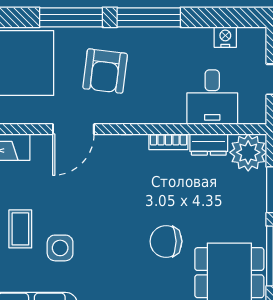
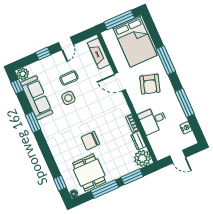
window: (149, 17) -> (185, 103), moved
armchair: (105, 71) -> (150, 84), turned -80
desk: (212, 97) -> (153, 120), moved
chair: (166, 241) -> (90, 141), turned -90

